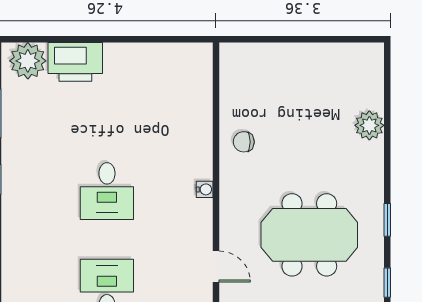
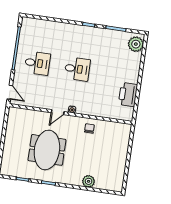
printer: (75, 62) -> (128, 95), moved
desk: (107, 191) -> (77, 69), turned 180
door: (216, 266) -> (58, 112), moved

